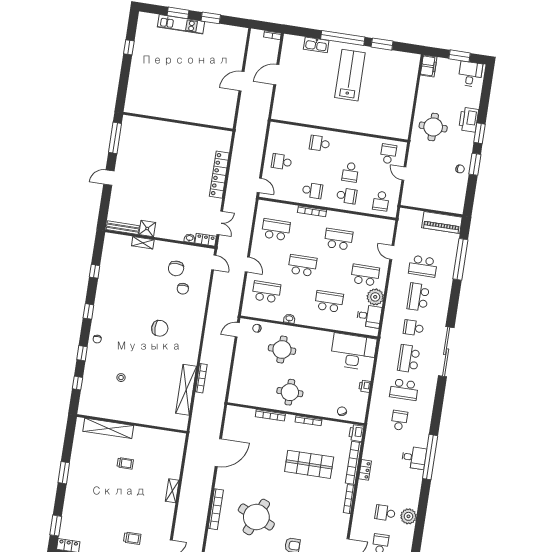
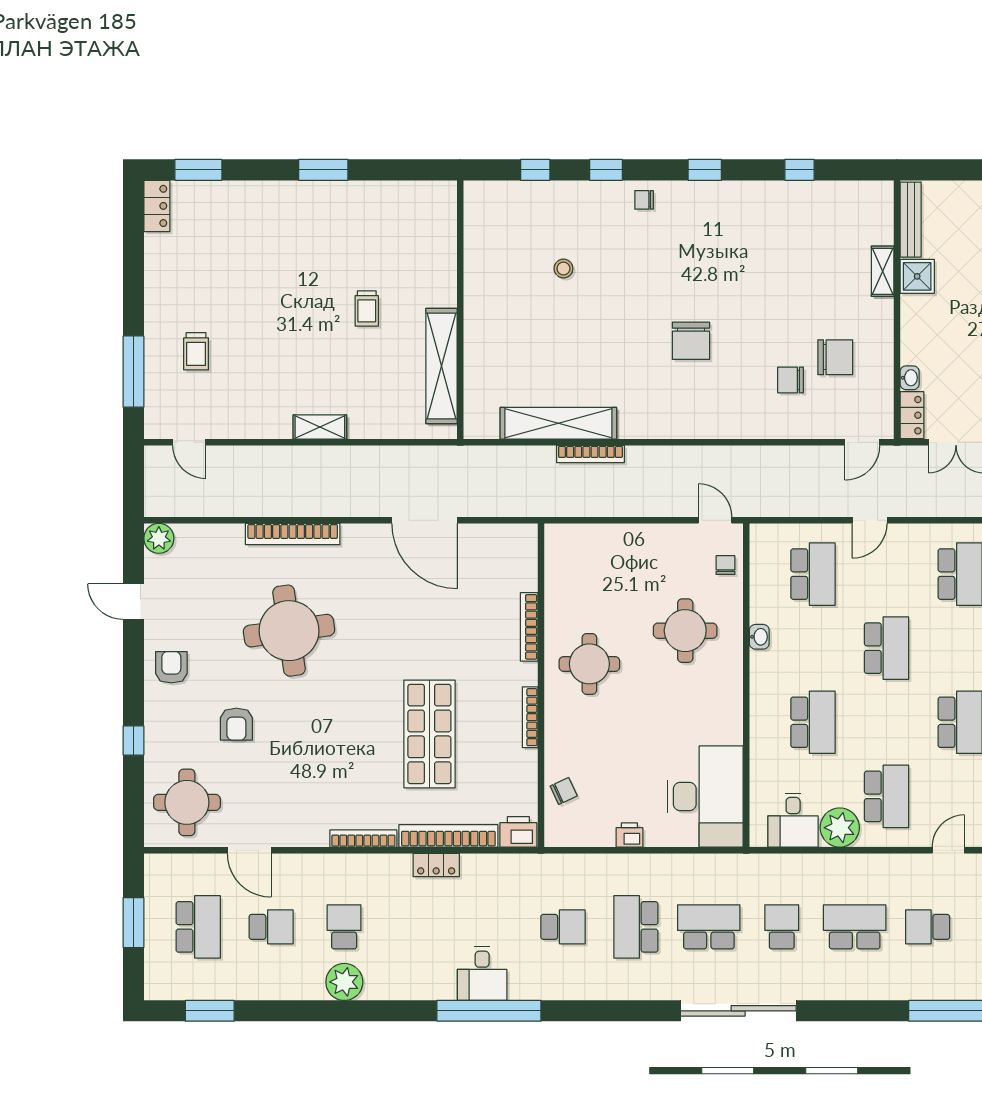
school desk: (423, 266) -> (928, 927), width x0.54
chair: (176, 268) -> (835, 357), turned 180
shelving: (108, 428) -> (442, 366), moved
round table: (256, 517) -> (289, 631), turned -31

